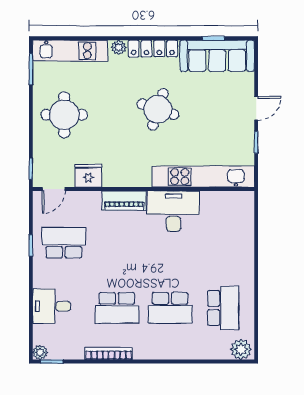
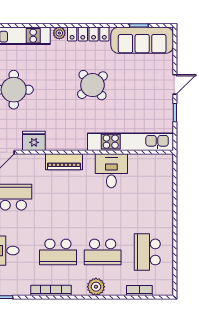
round table: (158, 109) -> (92, 85), turned 31
desk: (173, 211) -> (111, 171), width x0.73
school desk: (223, 308) -> (147, 252), turned 180
plant: (241, 349) -> (96, 287), moved
bookcase: (214, 354) -> (139, 290), added

